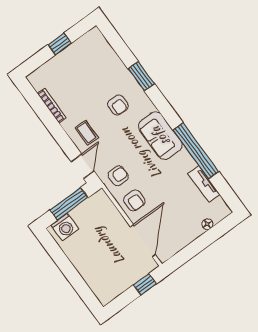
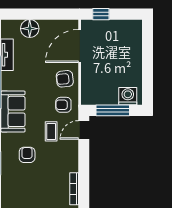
coffee table: (87, 133) -> (51, 131), moved
armchair: (134, 200) -> (65, 79), turned -96
floor lamp: (207, 224) -> (30, 29), width x1.89, depth x1.89

